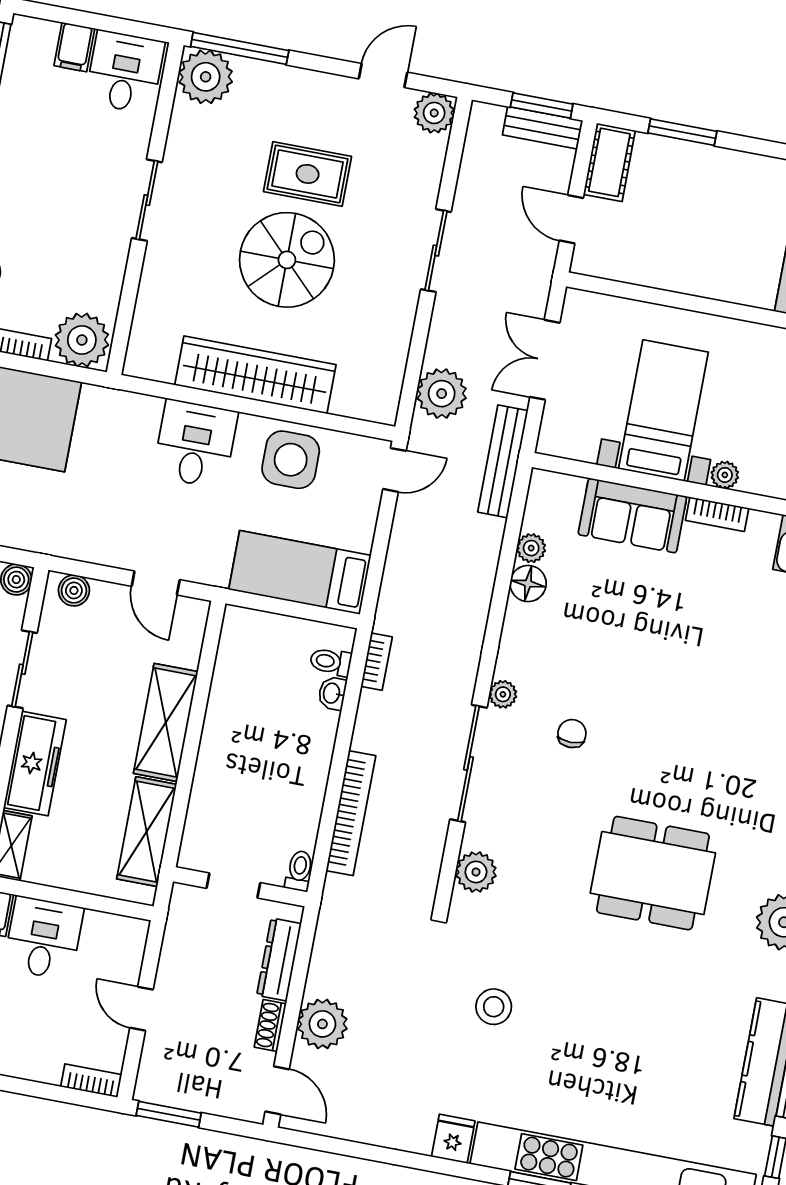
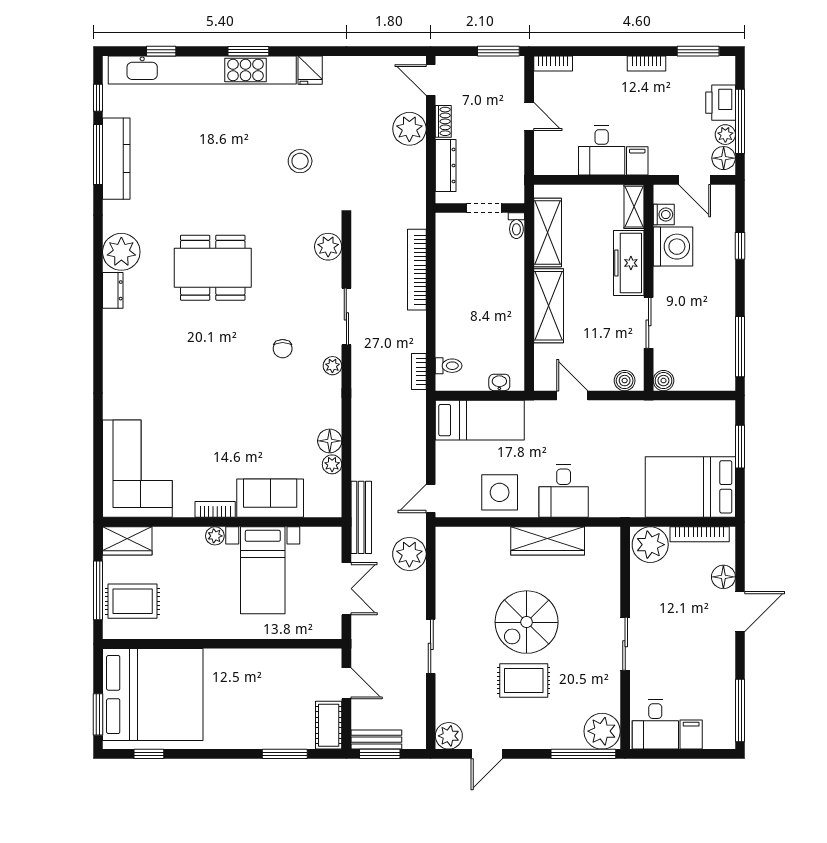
wardrobe: (255, 375) -> (548, 541), width x0.71, depth x0.85
washbasin: (332, 693) -> (499, 382), moved, turned -90
sliding door: (469, 763) -> (346, 316), width x0.73
toilet: (299, 871) -> (516, 226), moved

